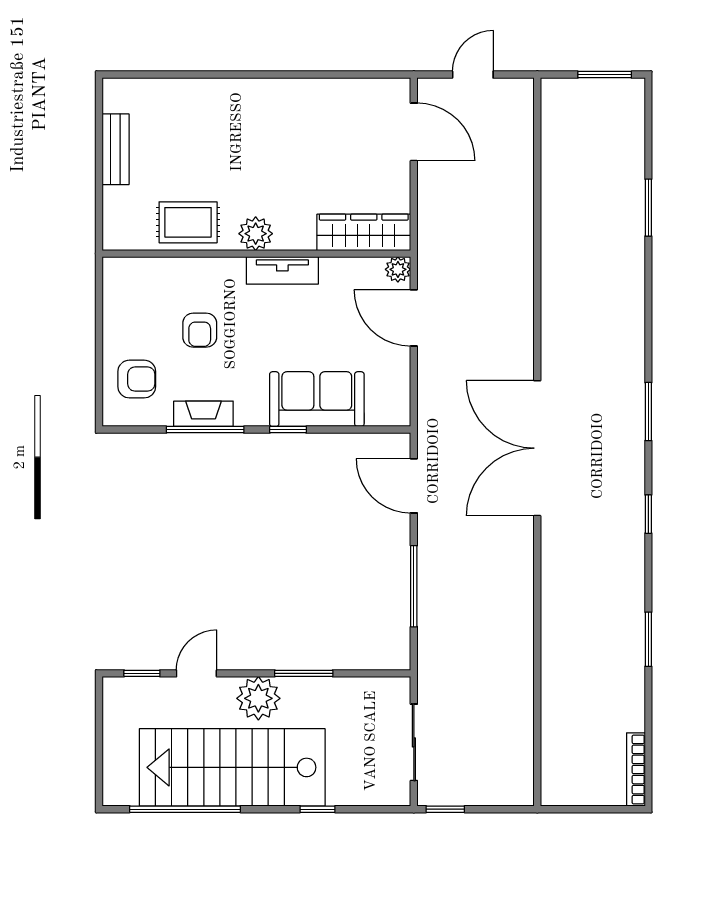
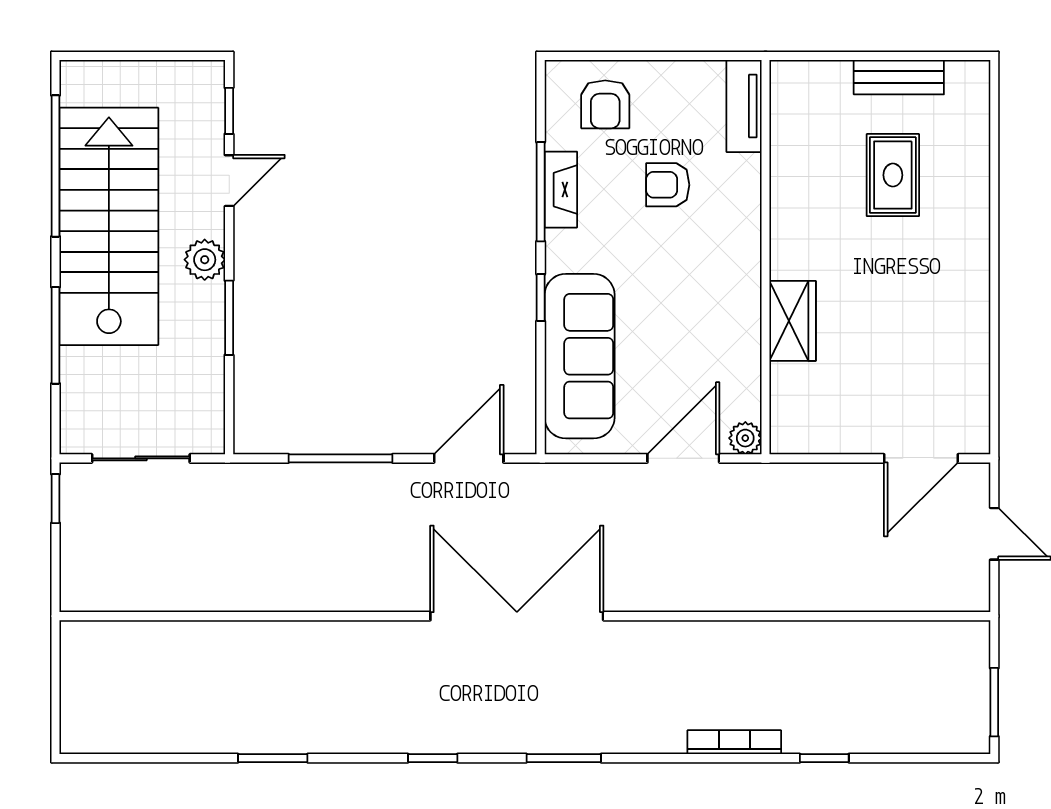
window: (648, 208) -> (824, 758), width x0.67
rug: (188, 222) -> (893, 175), moved
wardrobe: (364, 232) -> (793, 321), moved, width x0.67
plant: (256, 234) -> (791, 256), removed
tv unit: (282, 270) -> (744, 106), moved
sofa: (317, 399) -> (580, 356), width x1.36
door: (196, 673) -> (229, 181), hinge flipped
plant: (258, 698) -> (205, 260), width x0.73, depth x0.73
bookcase: (636, 769) -> (734, 742), moved
window: (317, 809) -> (56, 335), width x2.17

